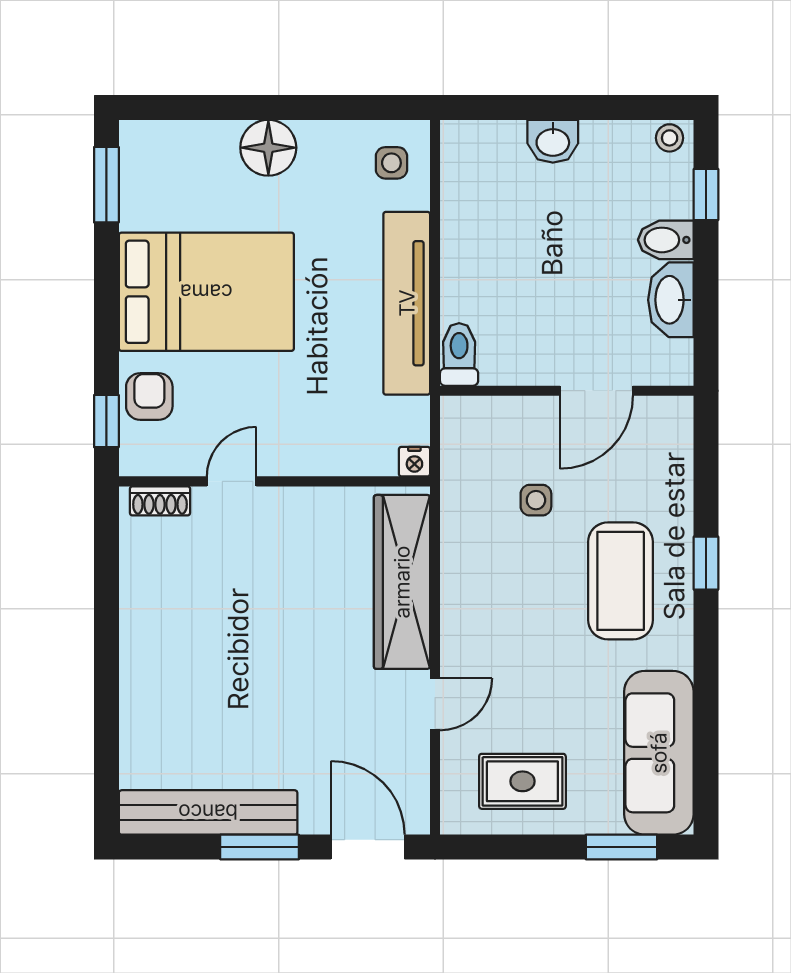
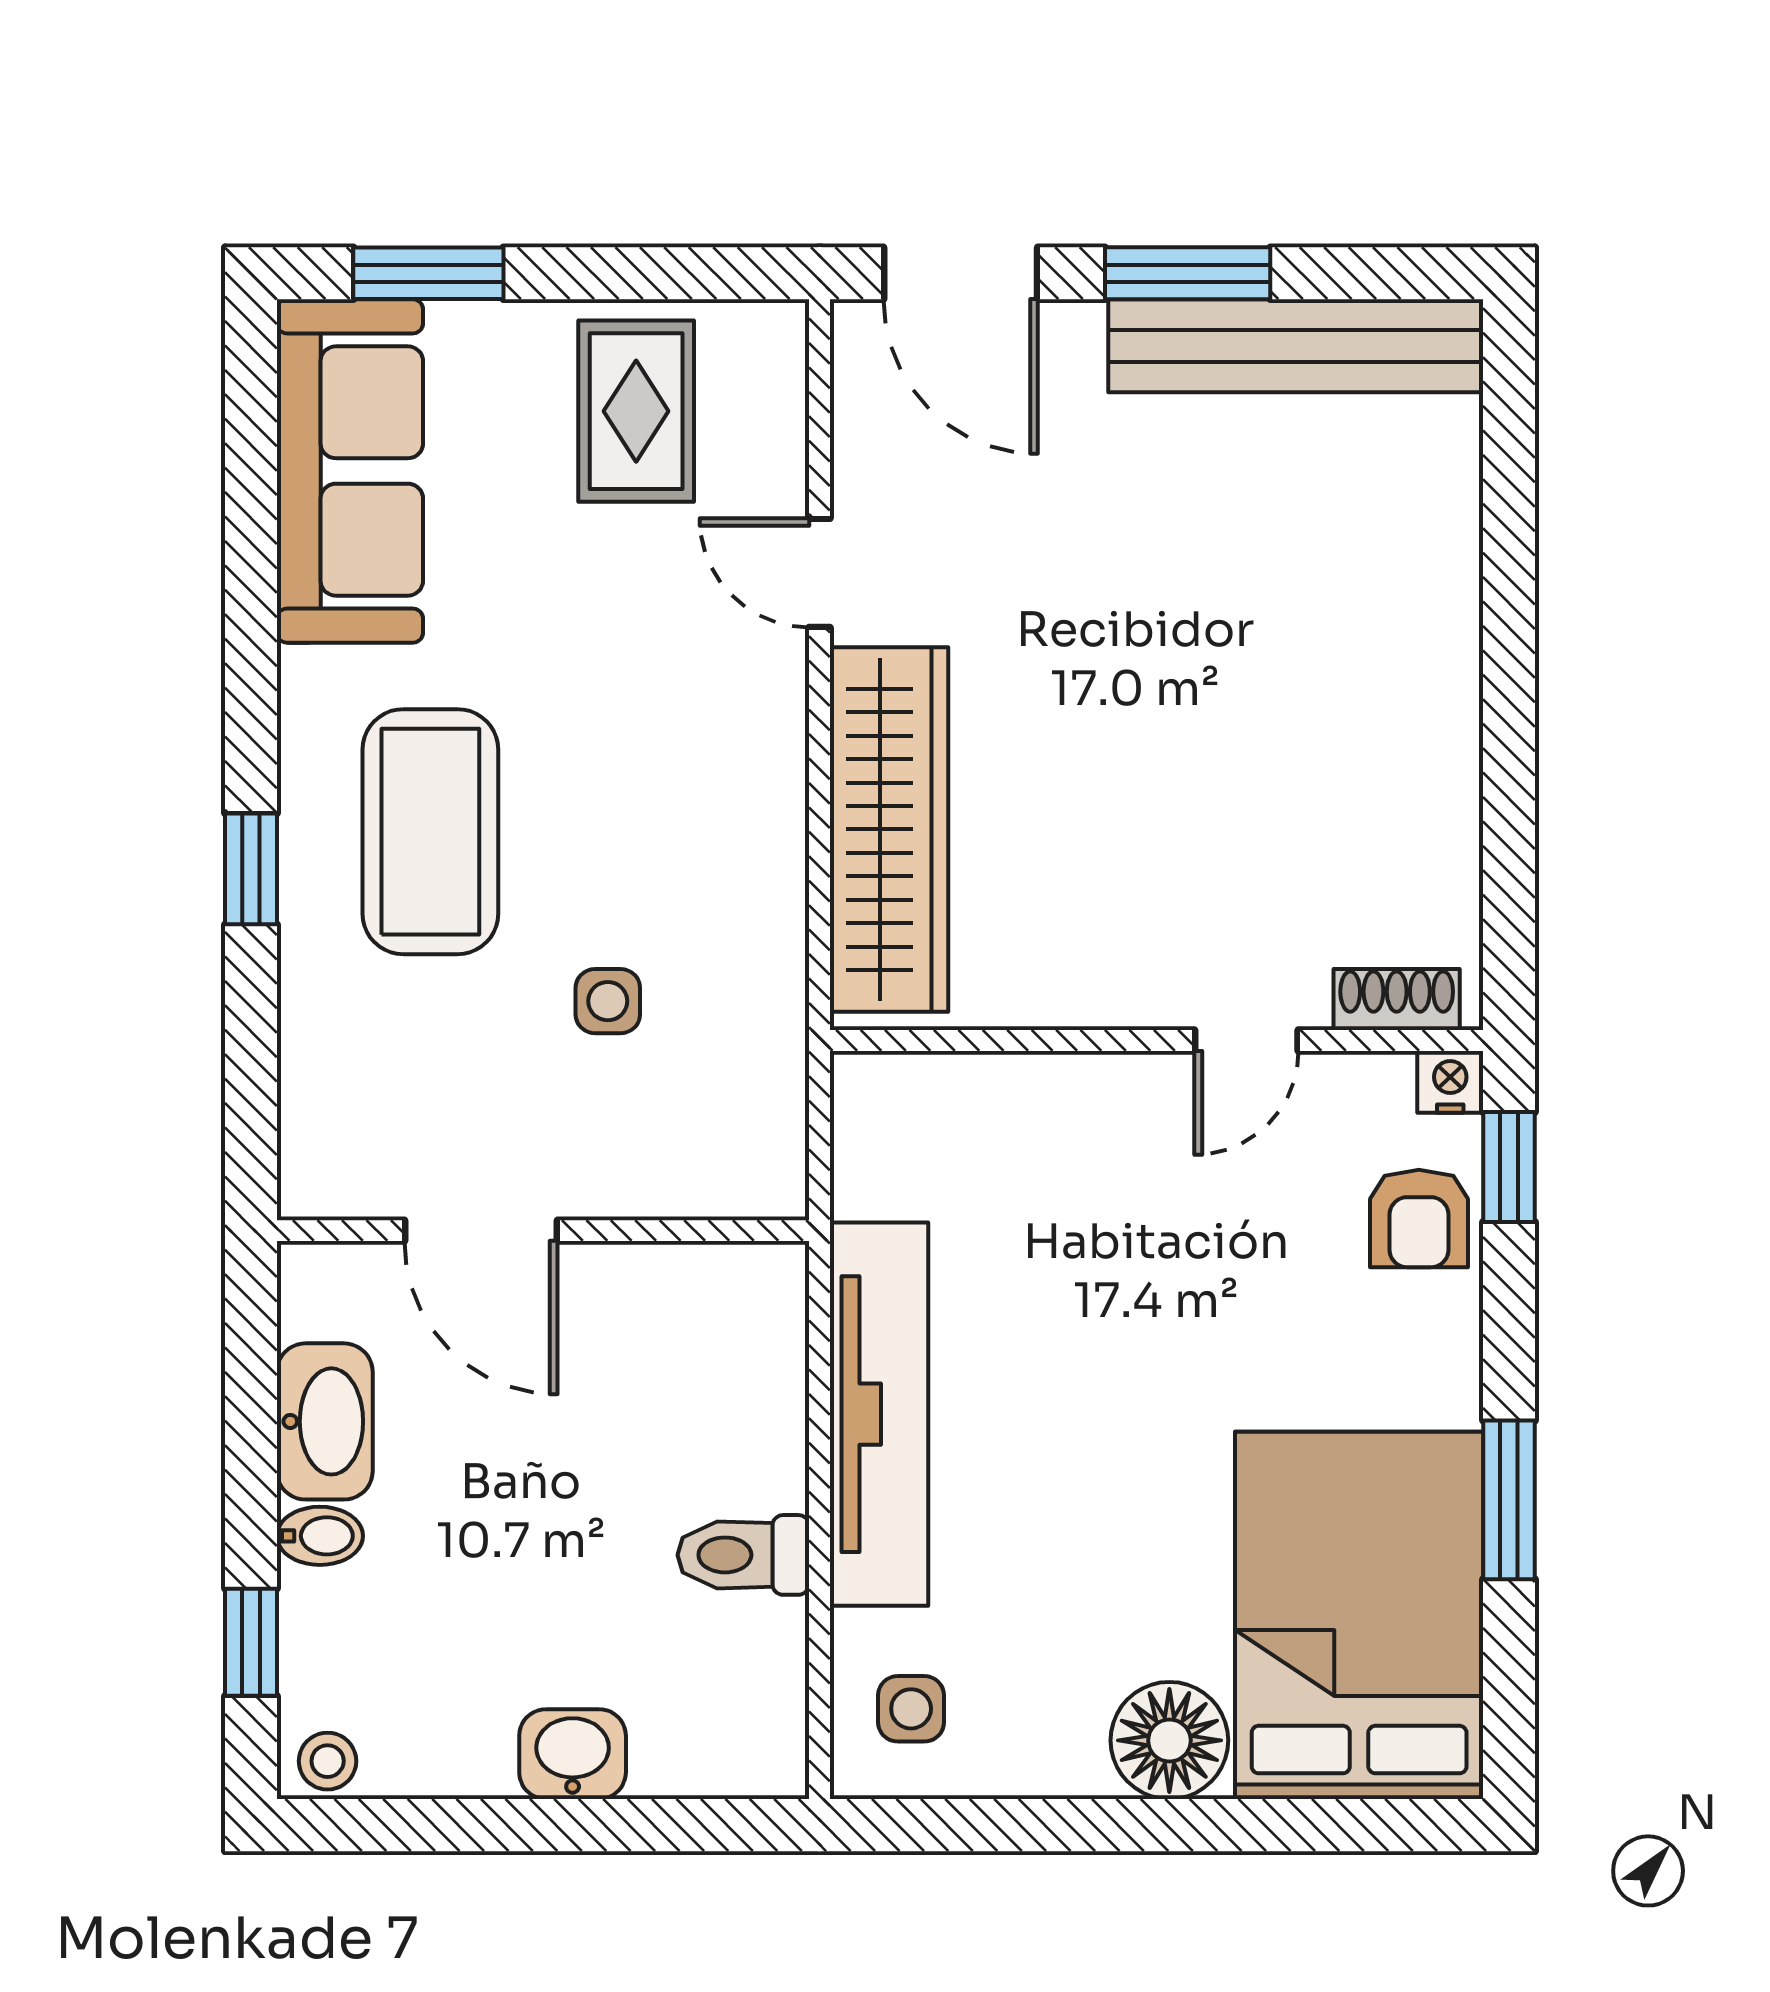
window: (106, 185) -> (1509, 1500), moved
bidet: (666, 240) -> (320, 1536), width x0.72, depth x0.74
bed: (206, 292) -> (1359, 1615), moved, turned 90
toilet: (459, 354) -> (743, 1555), moved, turned 90
door: (596, 391) -> (481, 1231), swing flipped
nightstand: (414, 462) -> (1450, 1082), moved
door: (435, 704) -> (820, 573), hinge flipped
rug: (522, 781) -> (636, 411), turned 90

